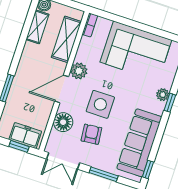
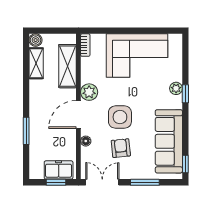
floor lamp: (63, 122) -> (86, 141), width x0.53, depth x0.53
double door: (63, 161) -> (102, 182), swing flipped

